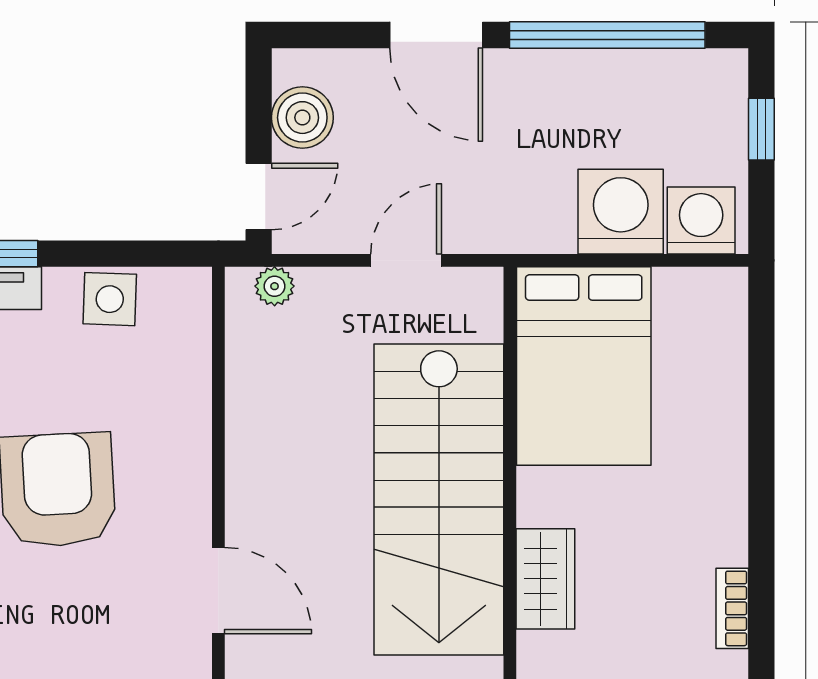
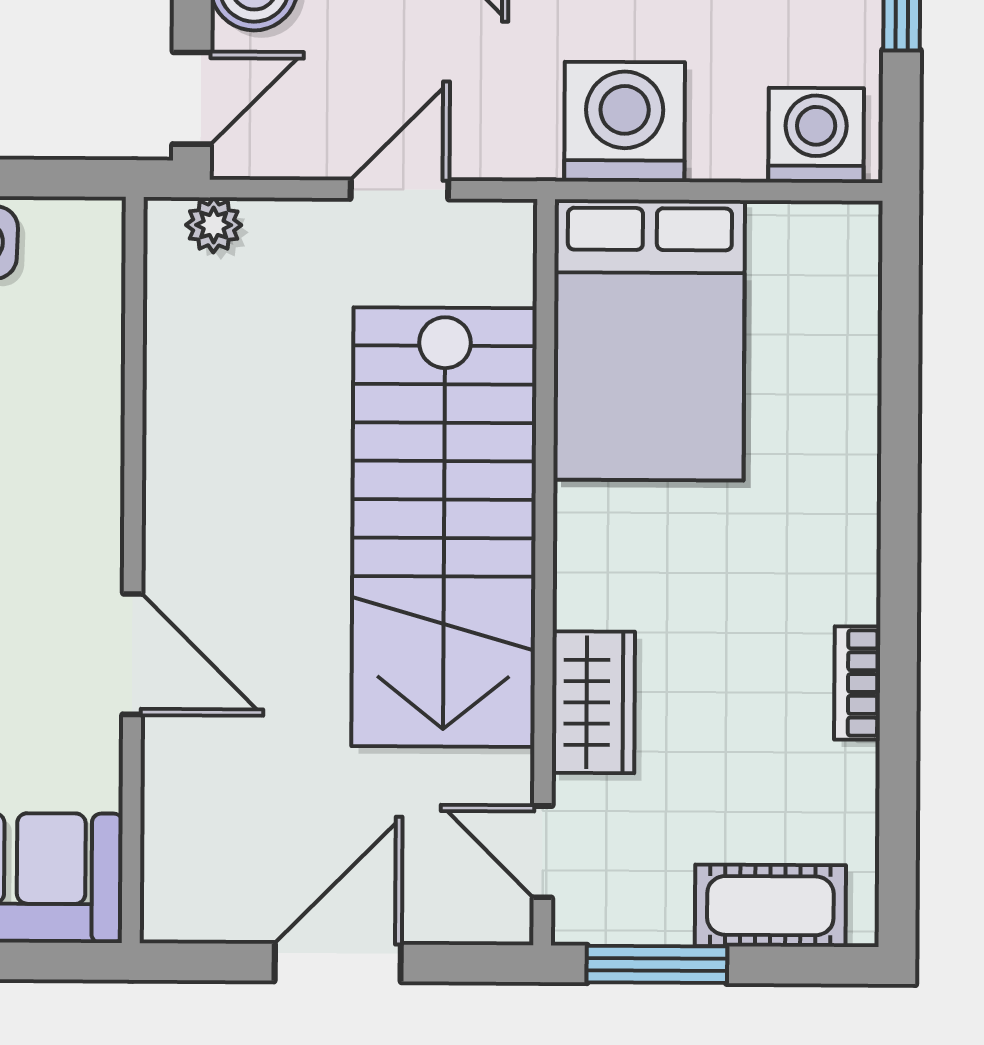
washing machine: (621, 212) -> (625, 122), moved
wardrobe: (545, 579) -> (593, 702), moved

